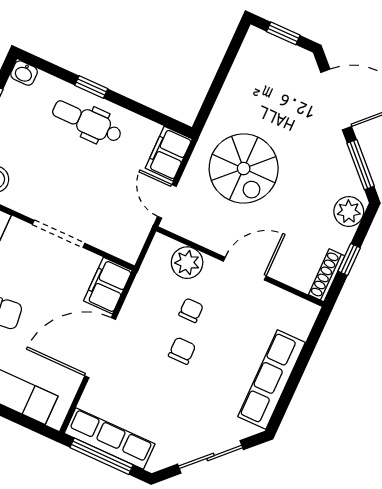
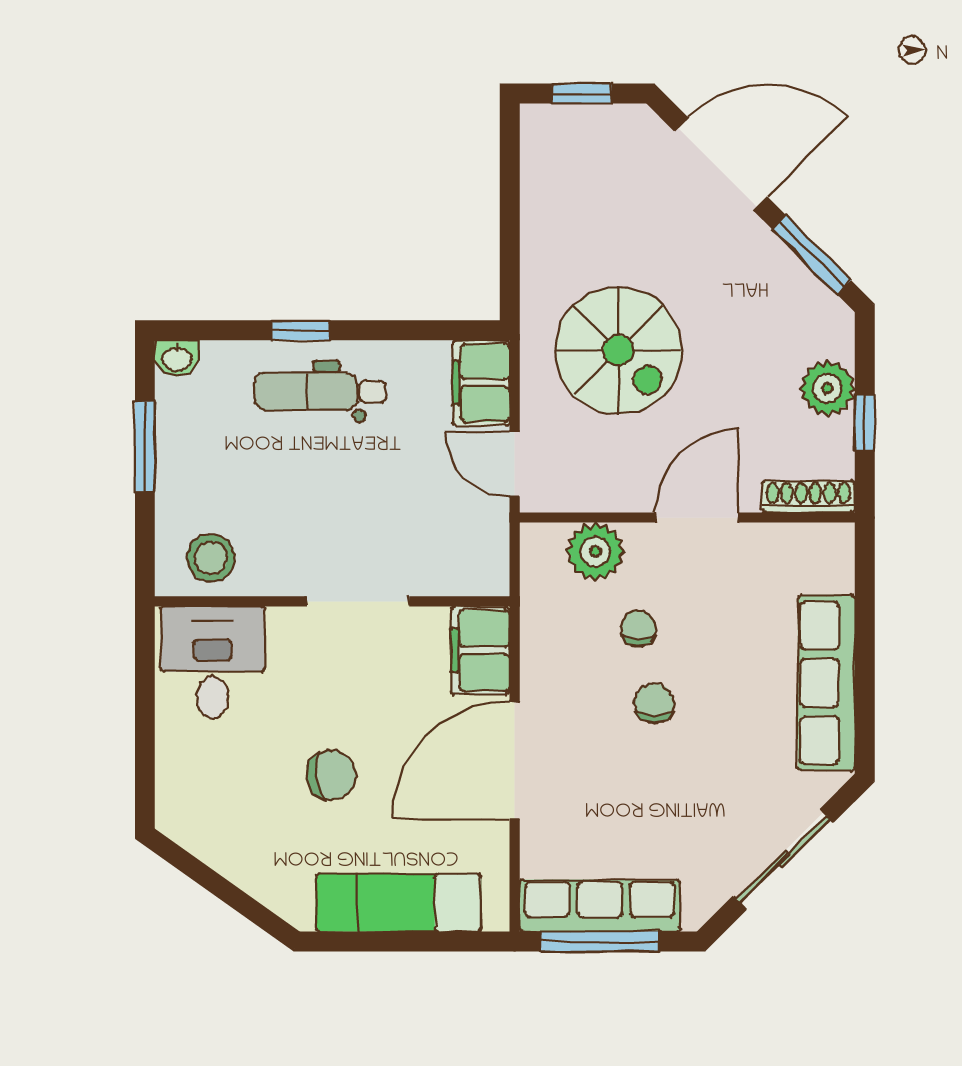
plant: (349, 212) -> (827, 388), moved
shoe rack: (327, 275) -> (808, 497), moved, turned 90

